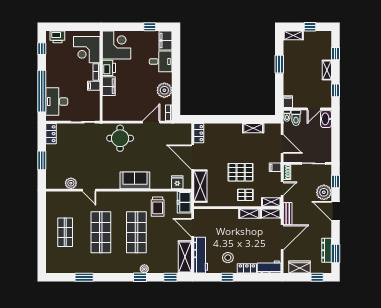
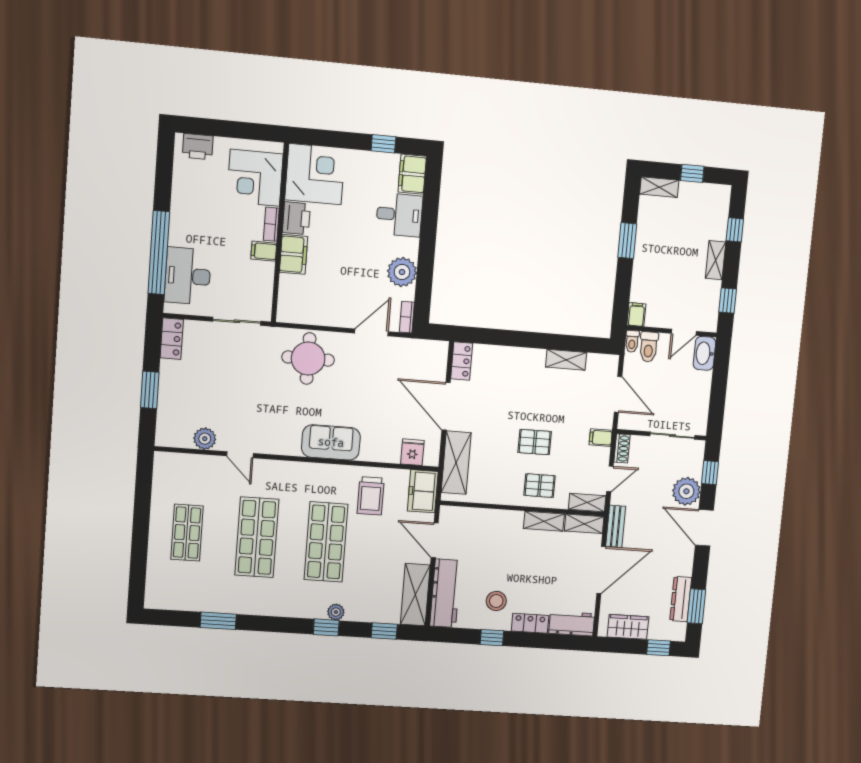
window: (42, 49) -> (164, 167), removed
pallet: (241, 172) -> (535, 442), width x0.67, depth x0.71

